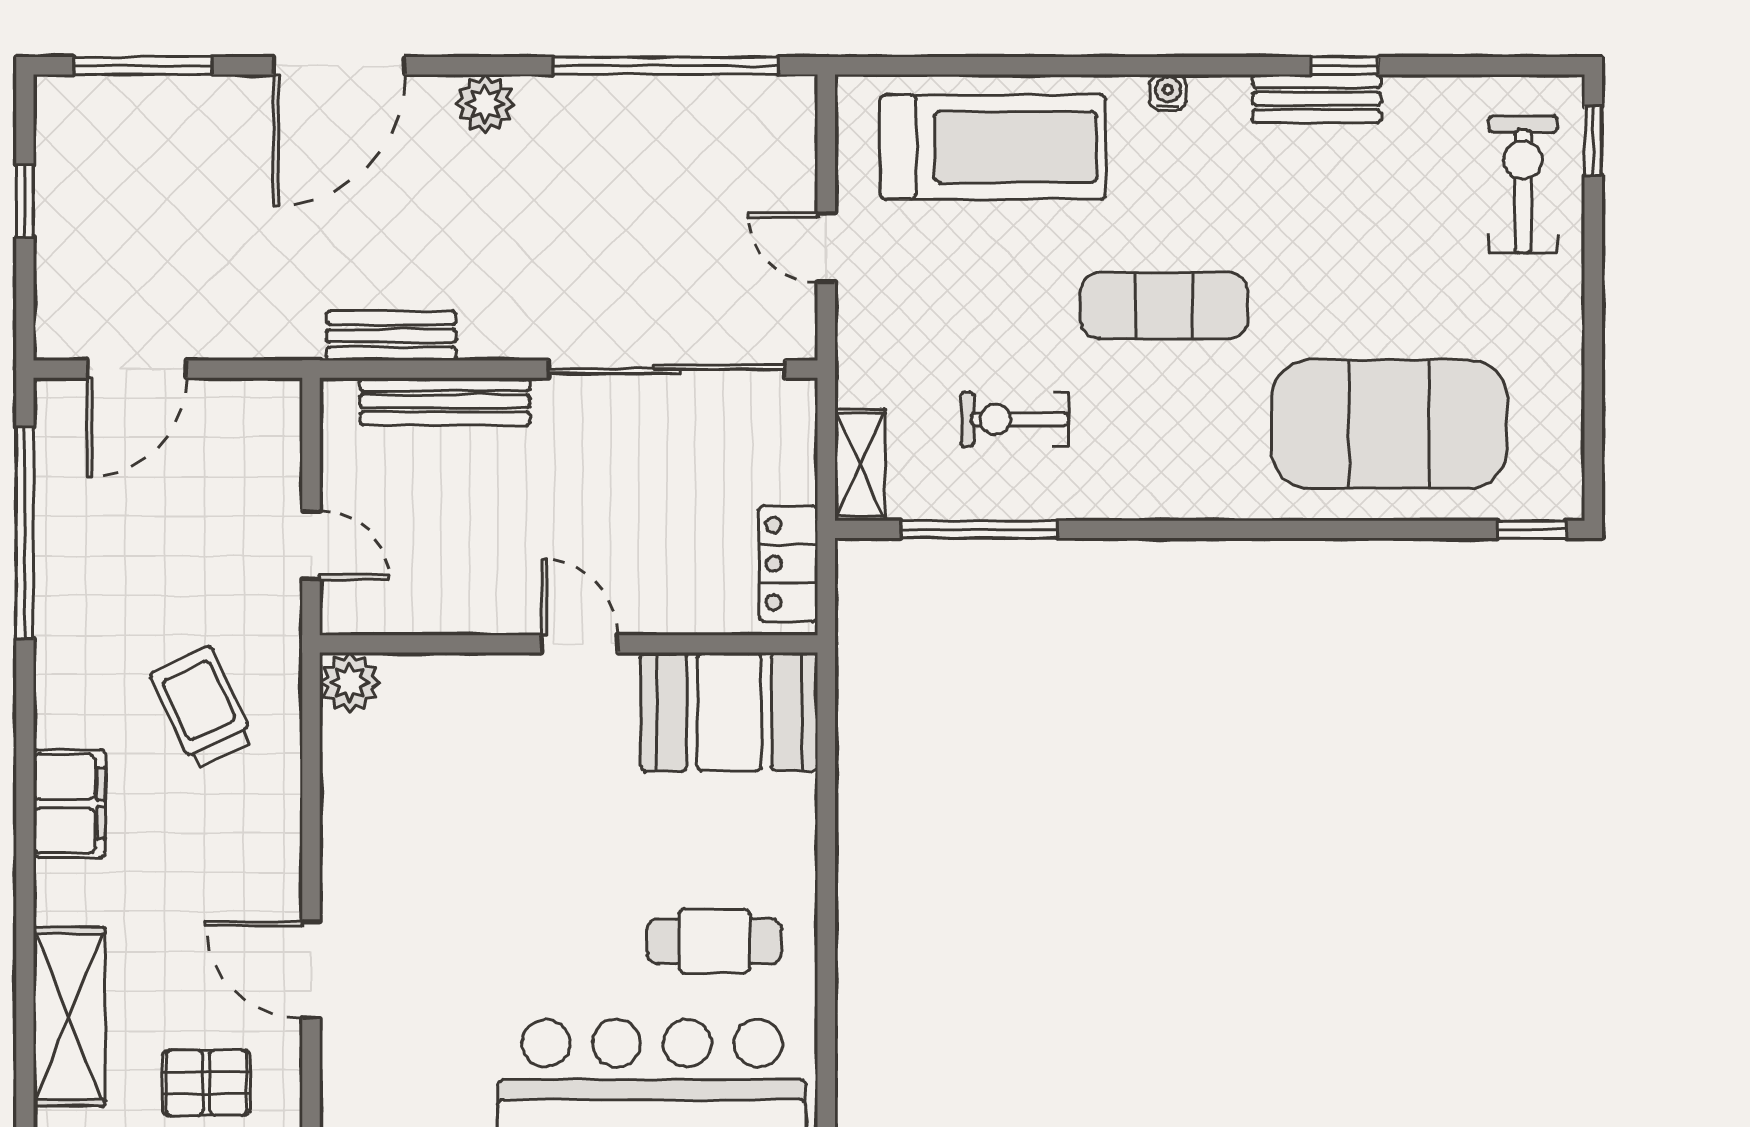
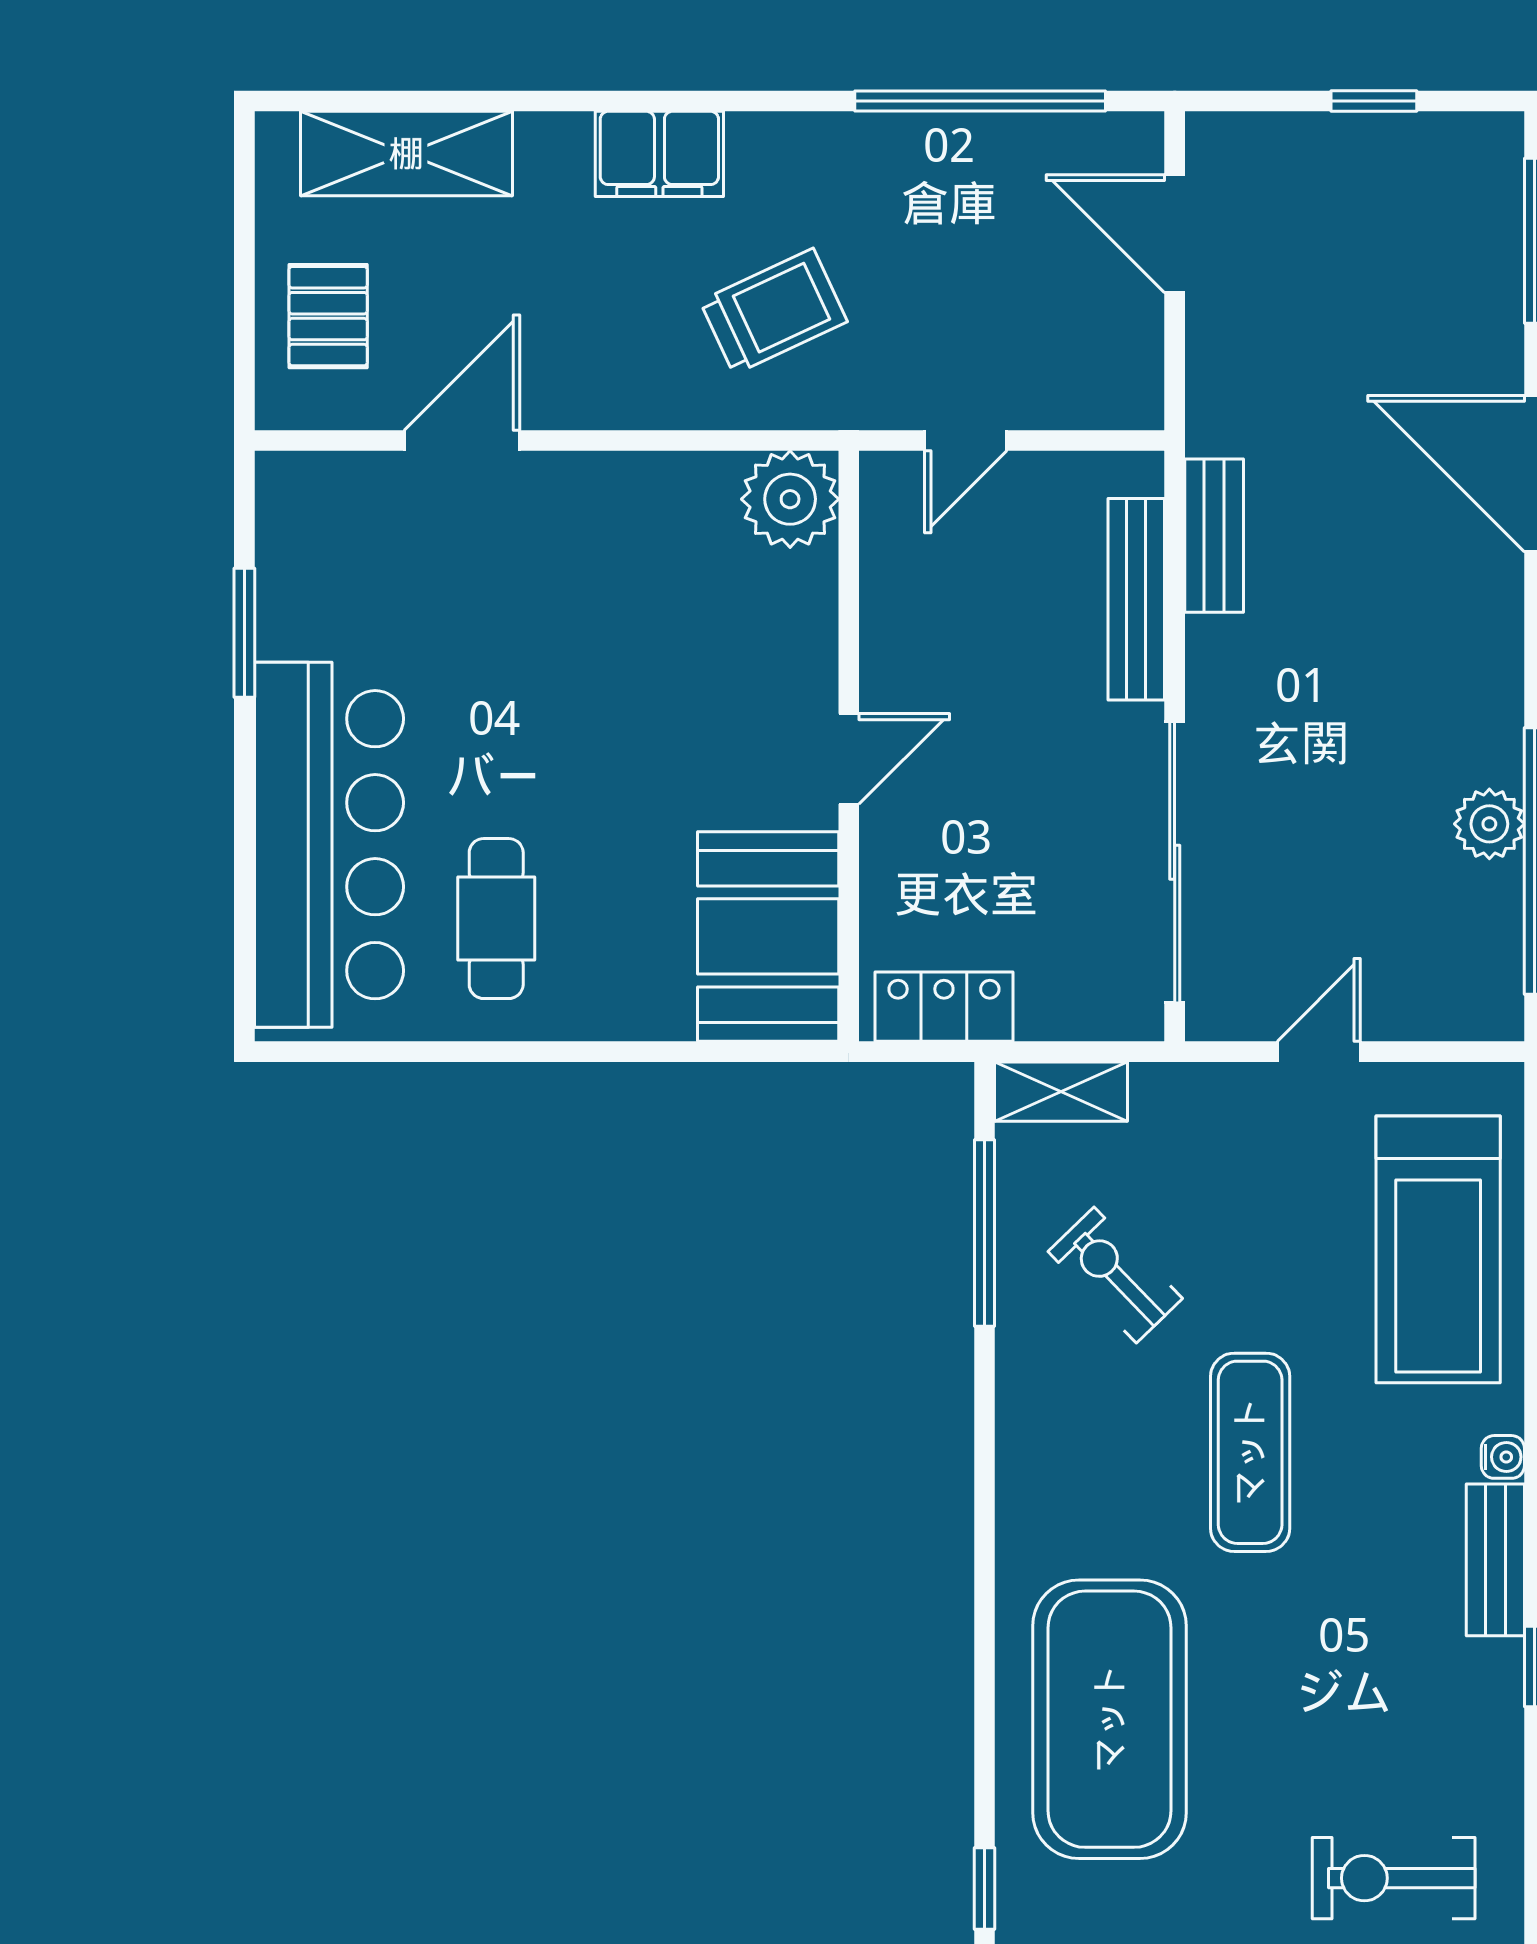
bench: (1317, 99) -> (1495, 1560), moved
plant: (485, 104) -> (1489, 824), moved
exercise bike: (1523, 185) -> (1394, 1878), turned 180
exercise bike: (1015, 419) -> (1115, 1275), turned -44
plant: (350, 682) -> (790, 499), width x1.36, depth x1.36

